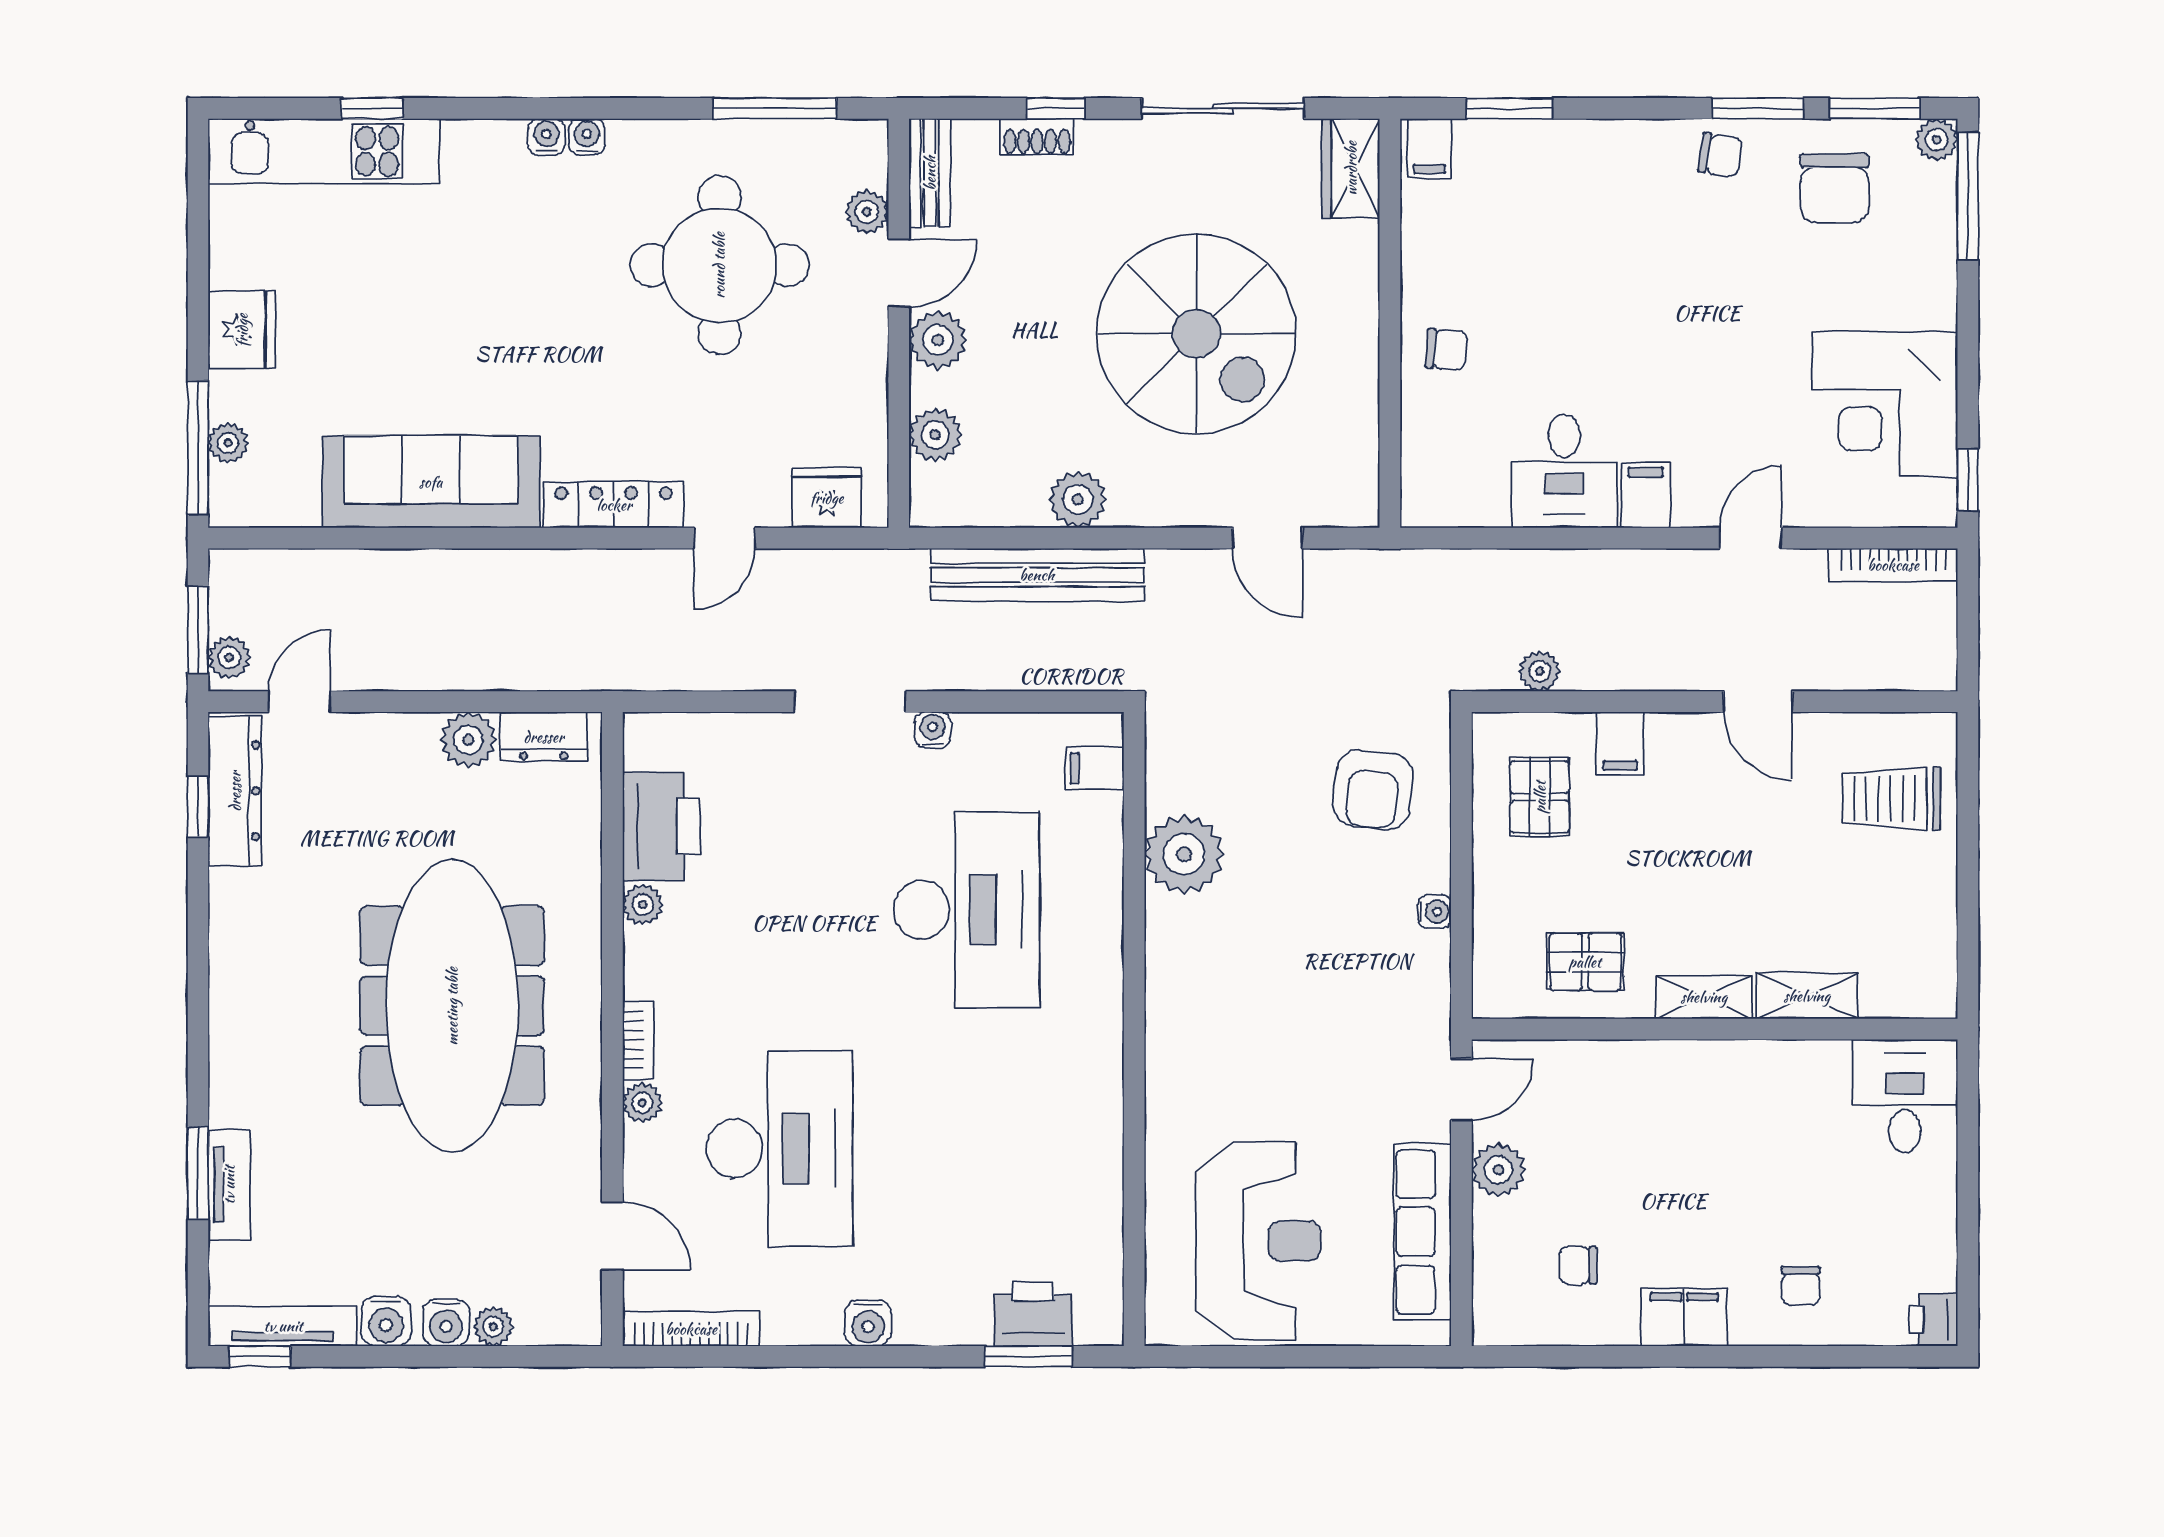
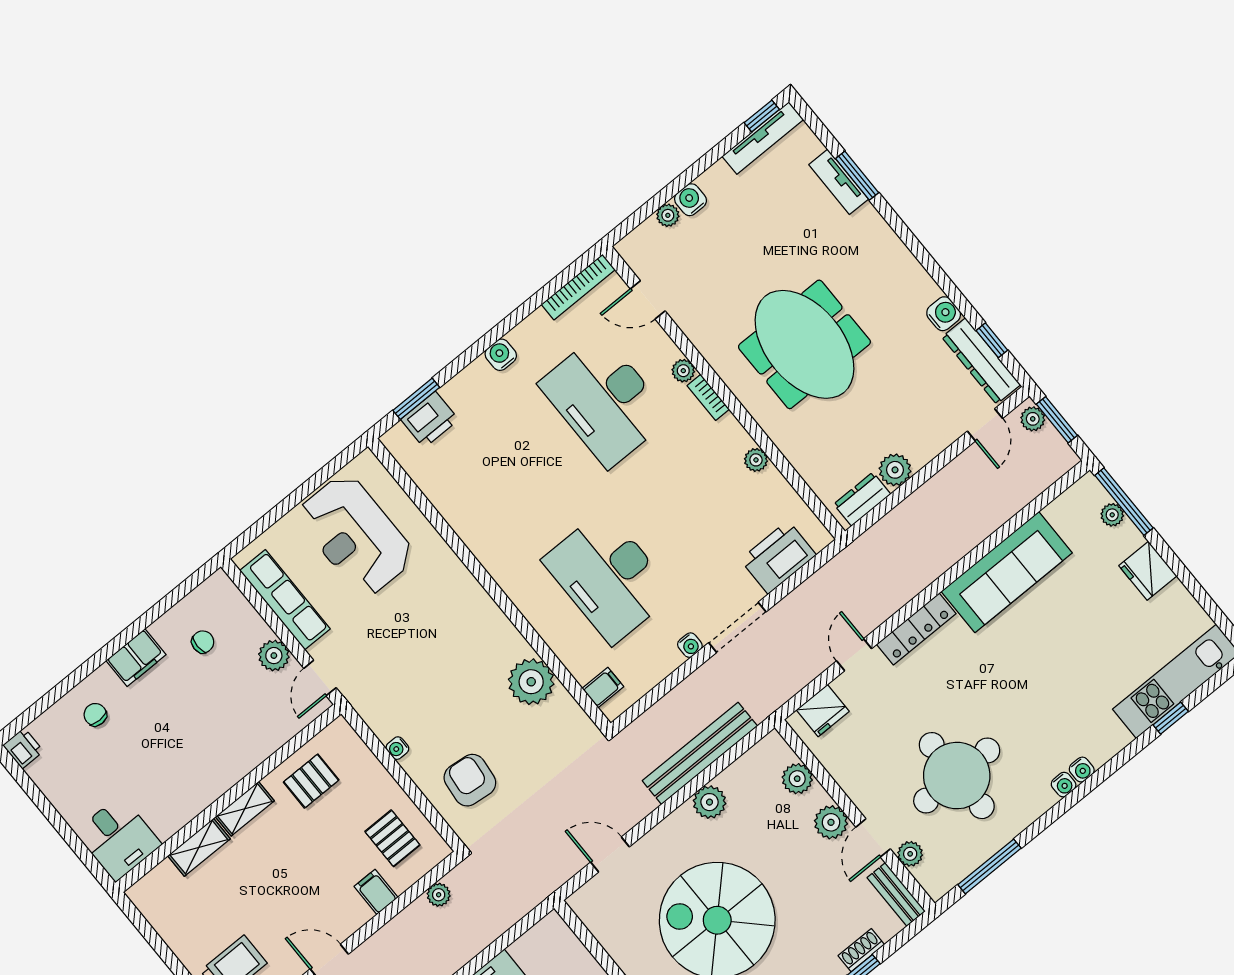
printer: (661, 826) -> (778, 557), moved, turned 90
meeting table: (452, 1006) -> (804, 344), width x0.73
water cooler: (386, 1321) -> (944, 314), moved, turned 90

